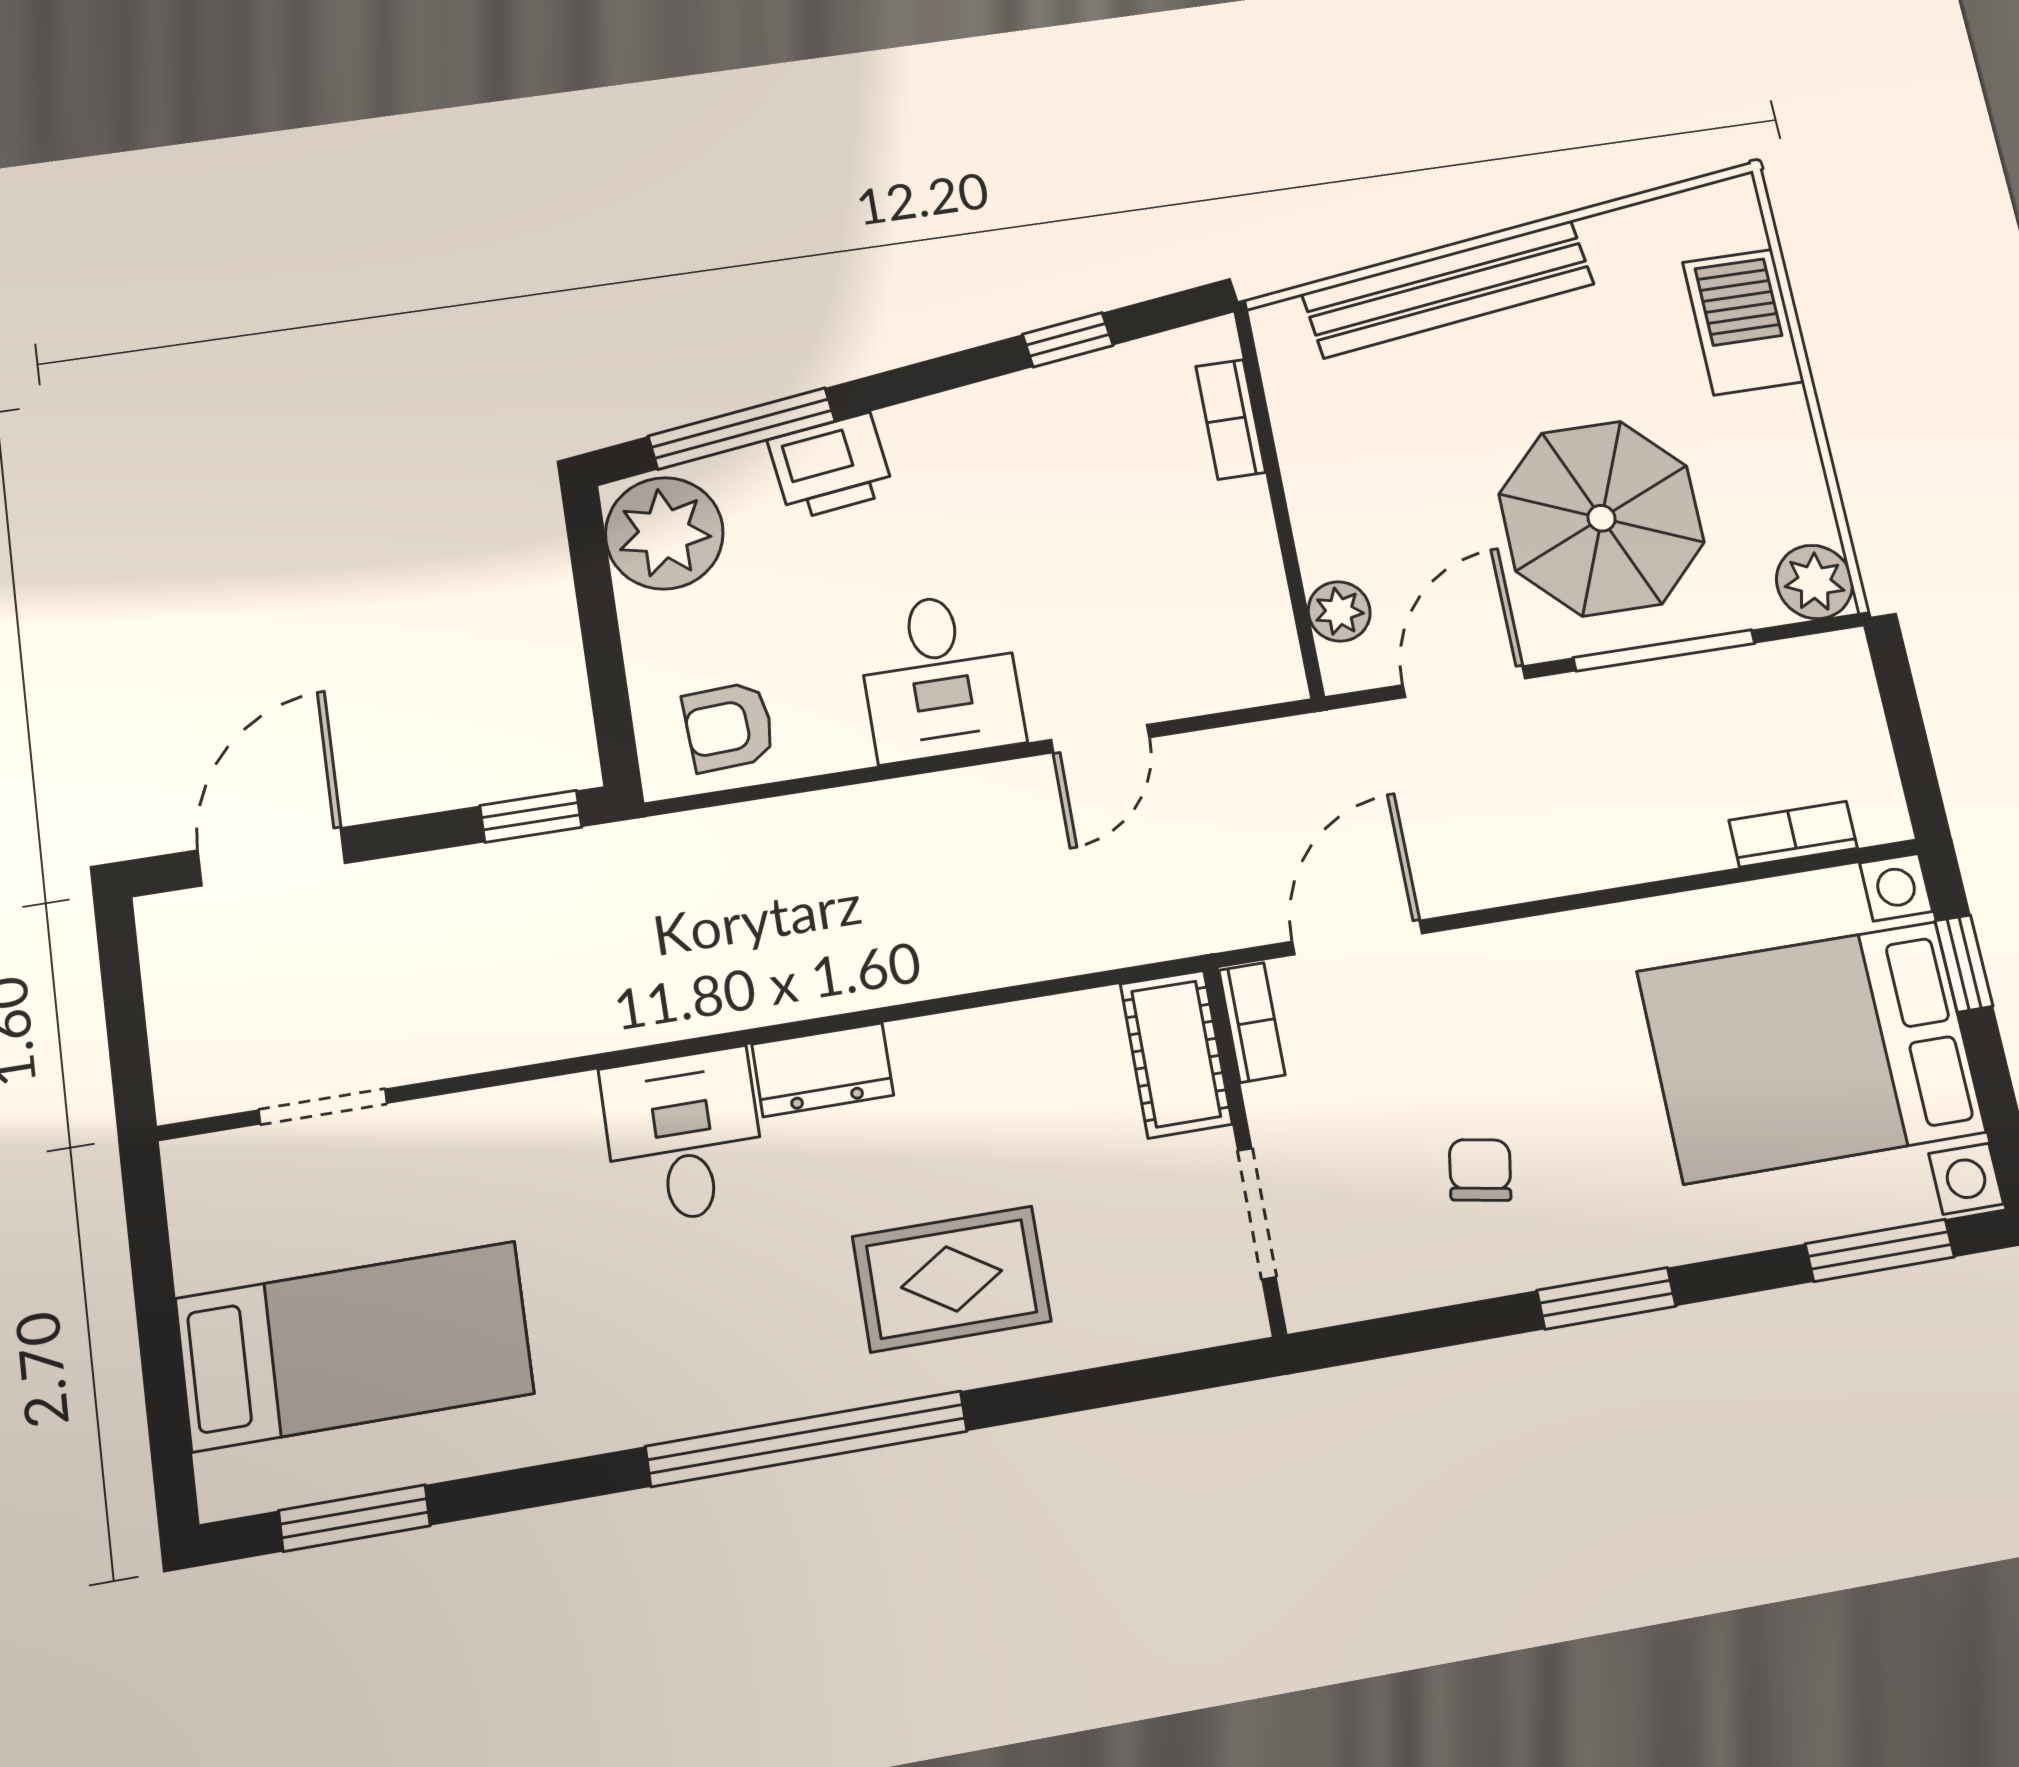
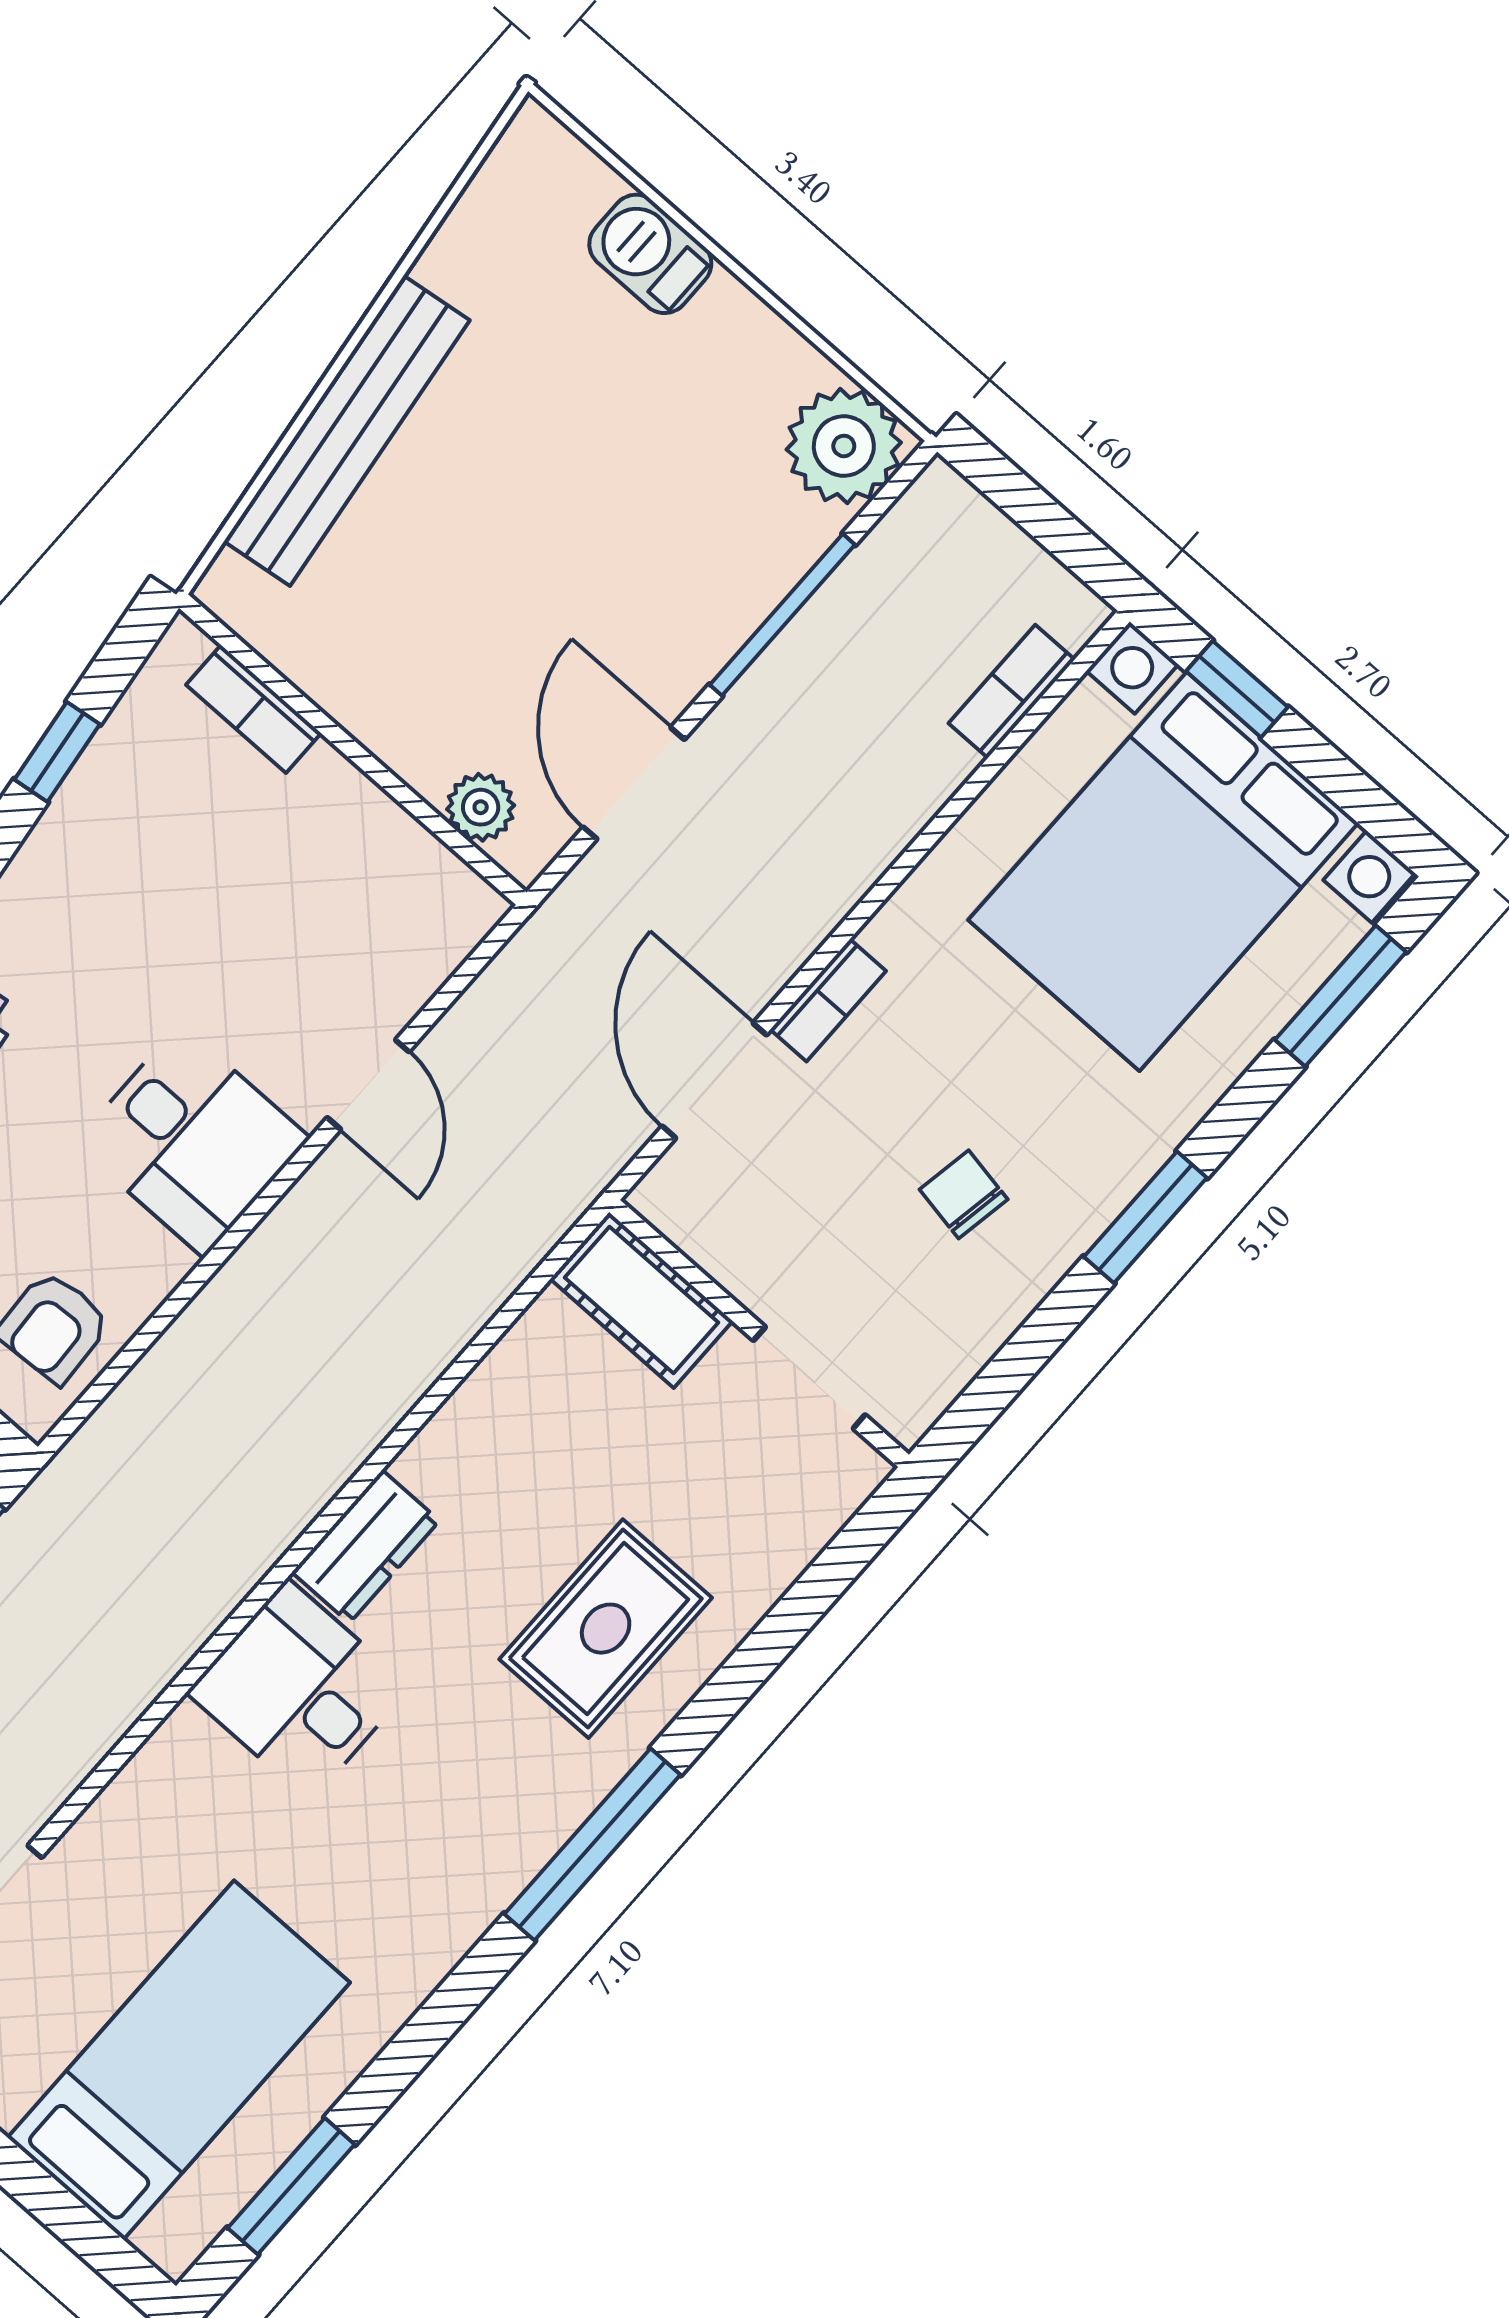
barbecue: (1743, 322) -> (650, 254), width x0.73, depth x0.79
parasol: (1601, 518) -> (640, 537), removed
plant: (1814, 582) -> (844, 446), width x1.36, depth x1.36
bookcase: (1252, 1022) -> (828, 1000), moved, turned 90
window: (807, 1439) -> (592, 1844), width x0.68

